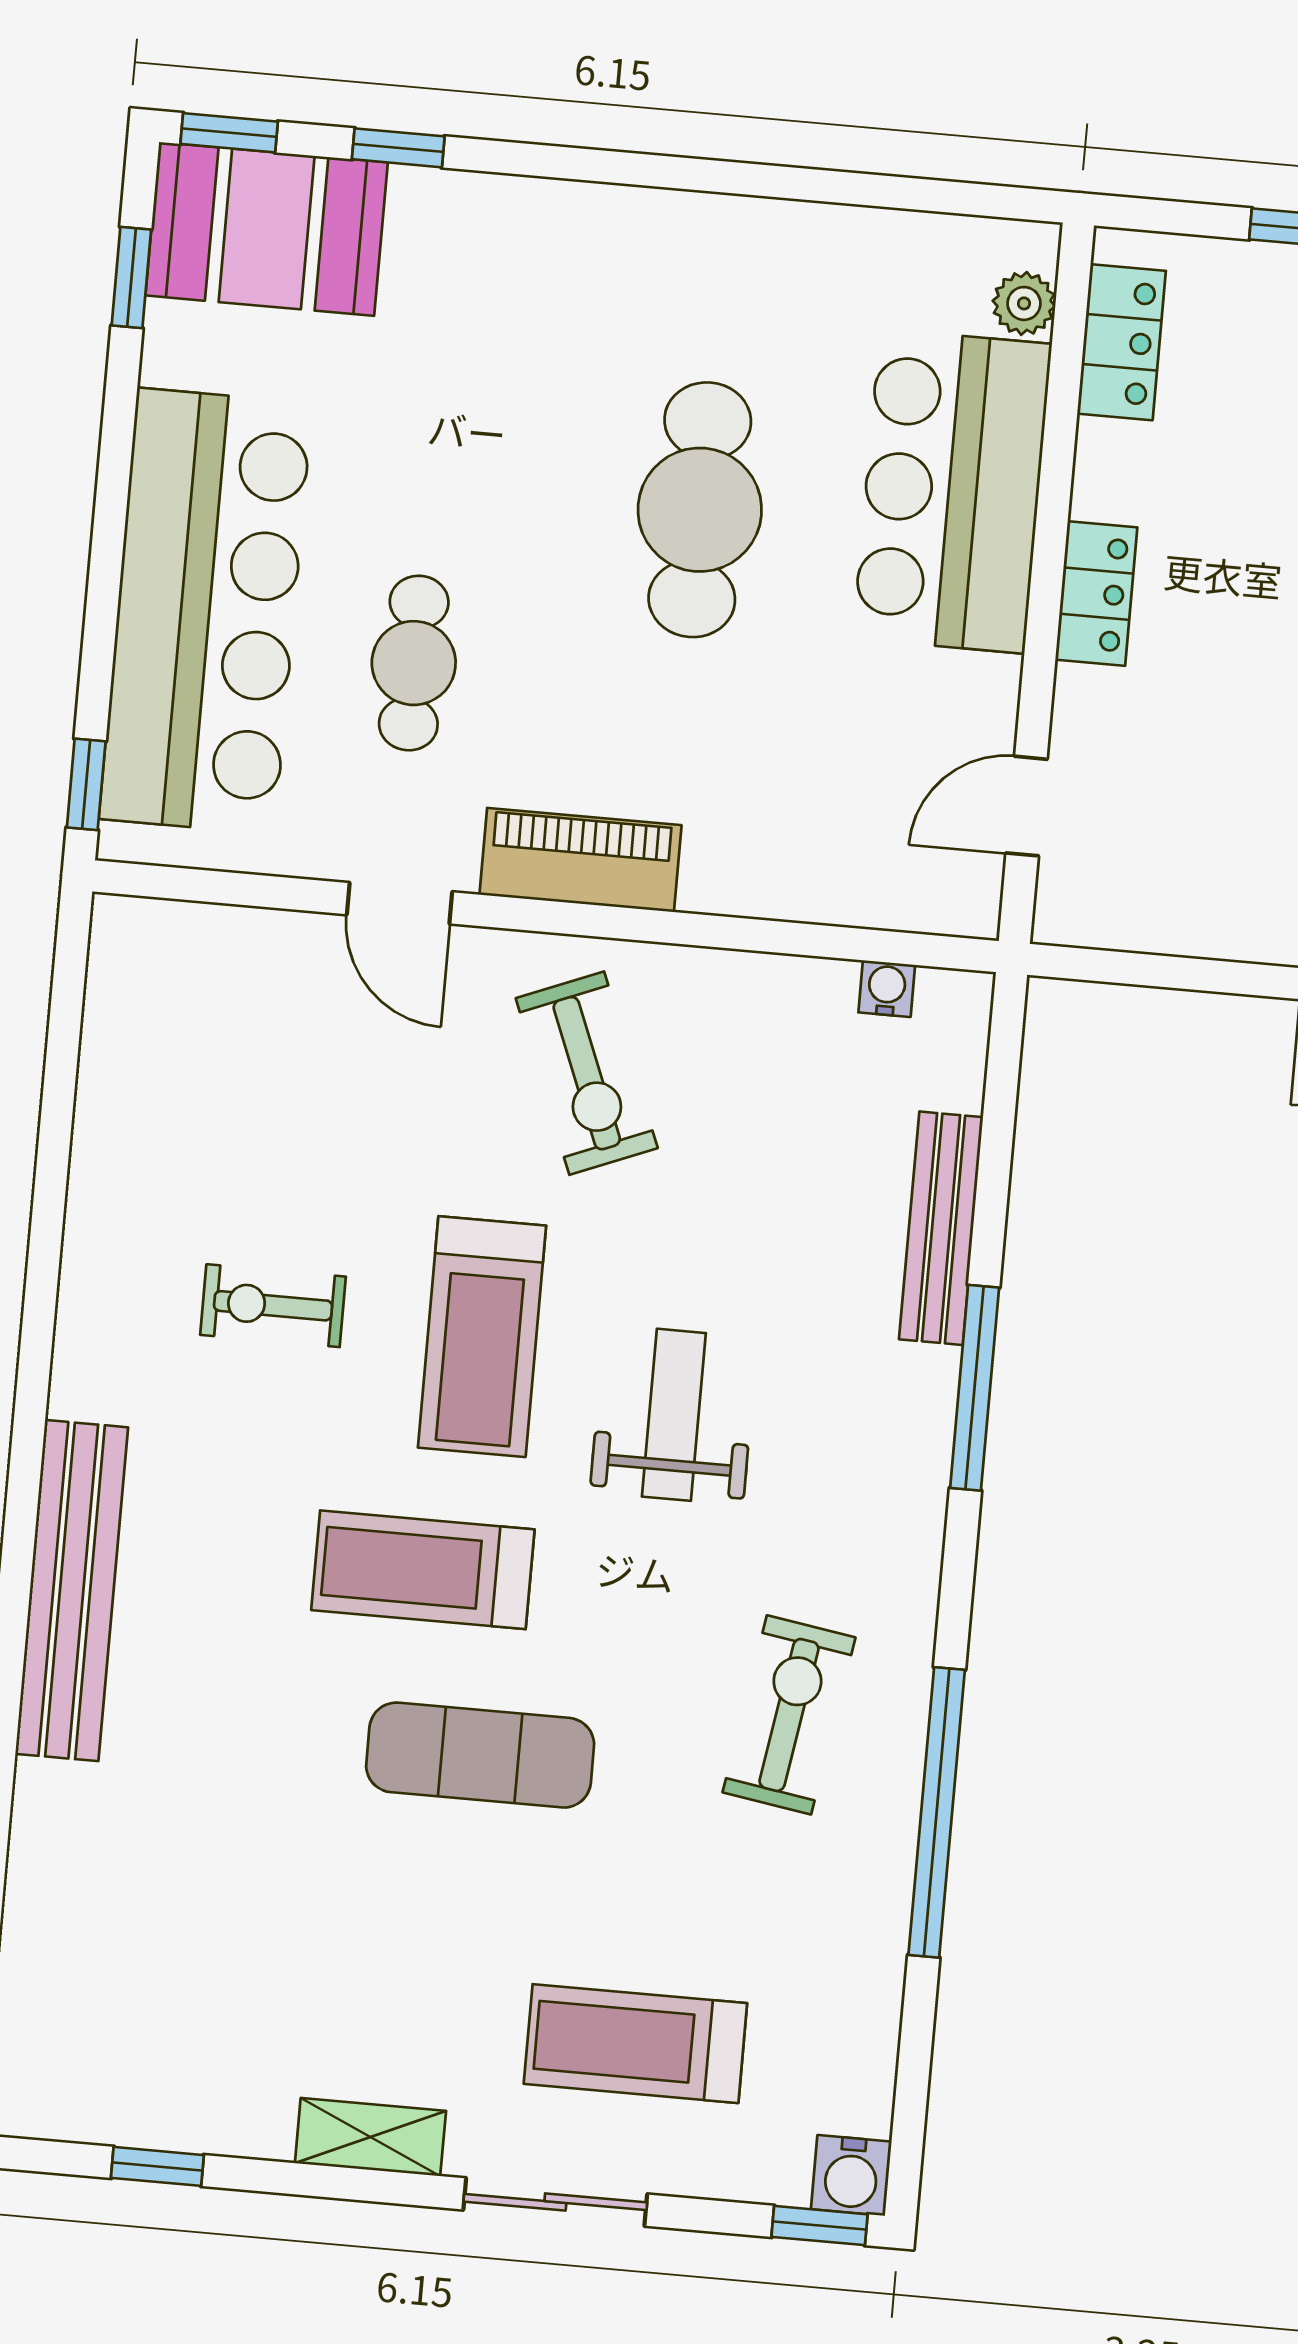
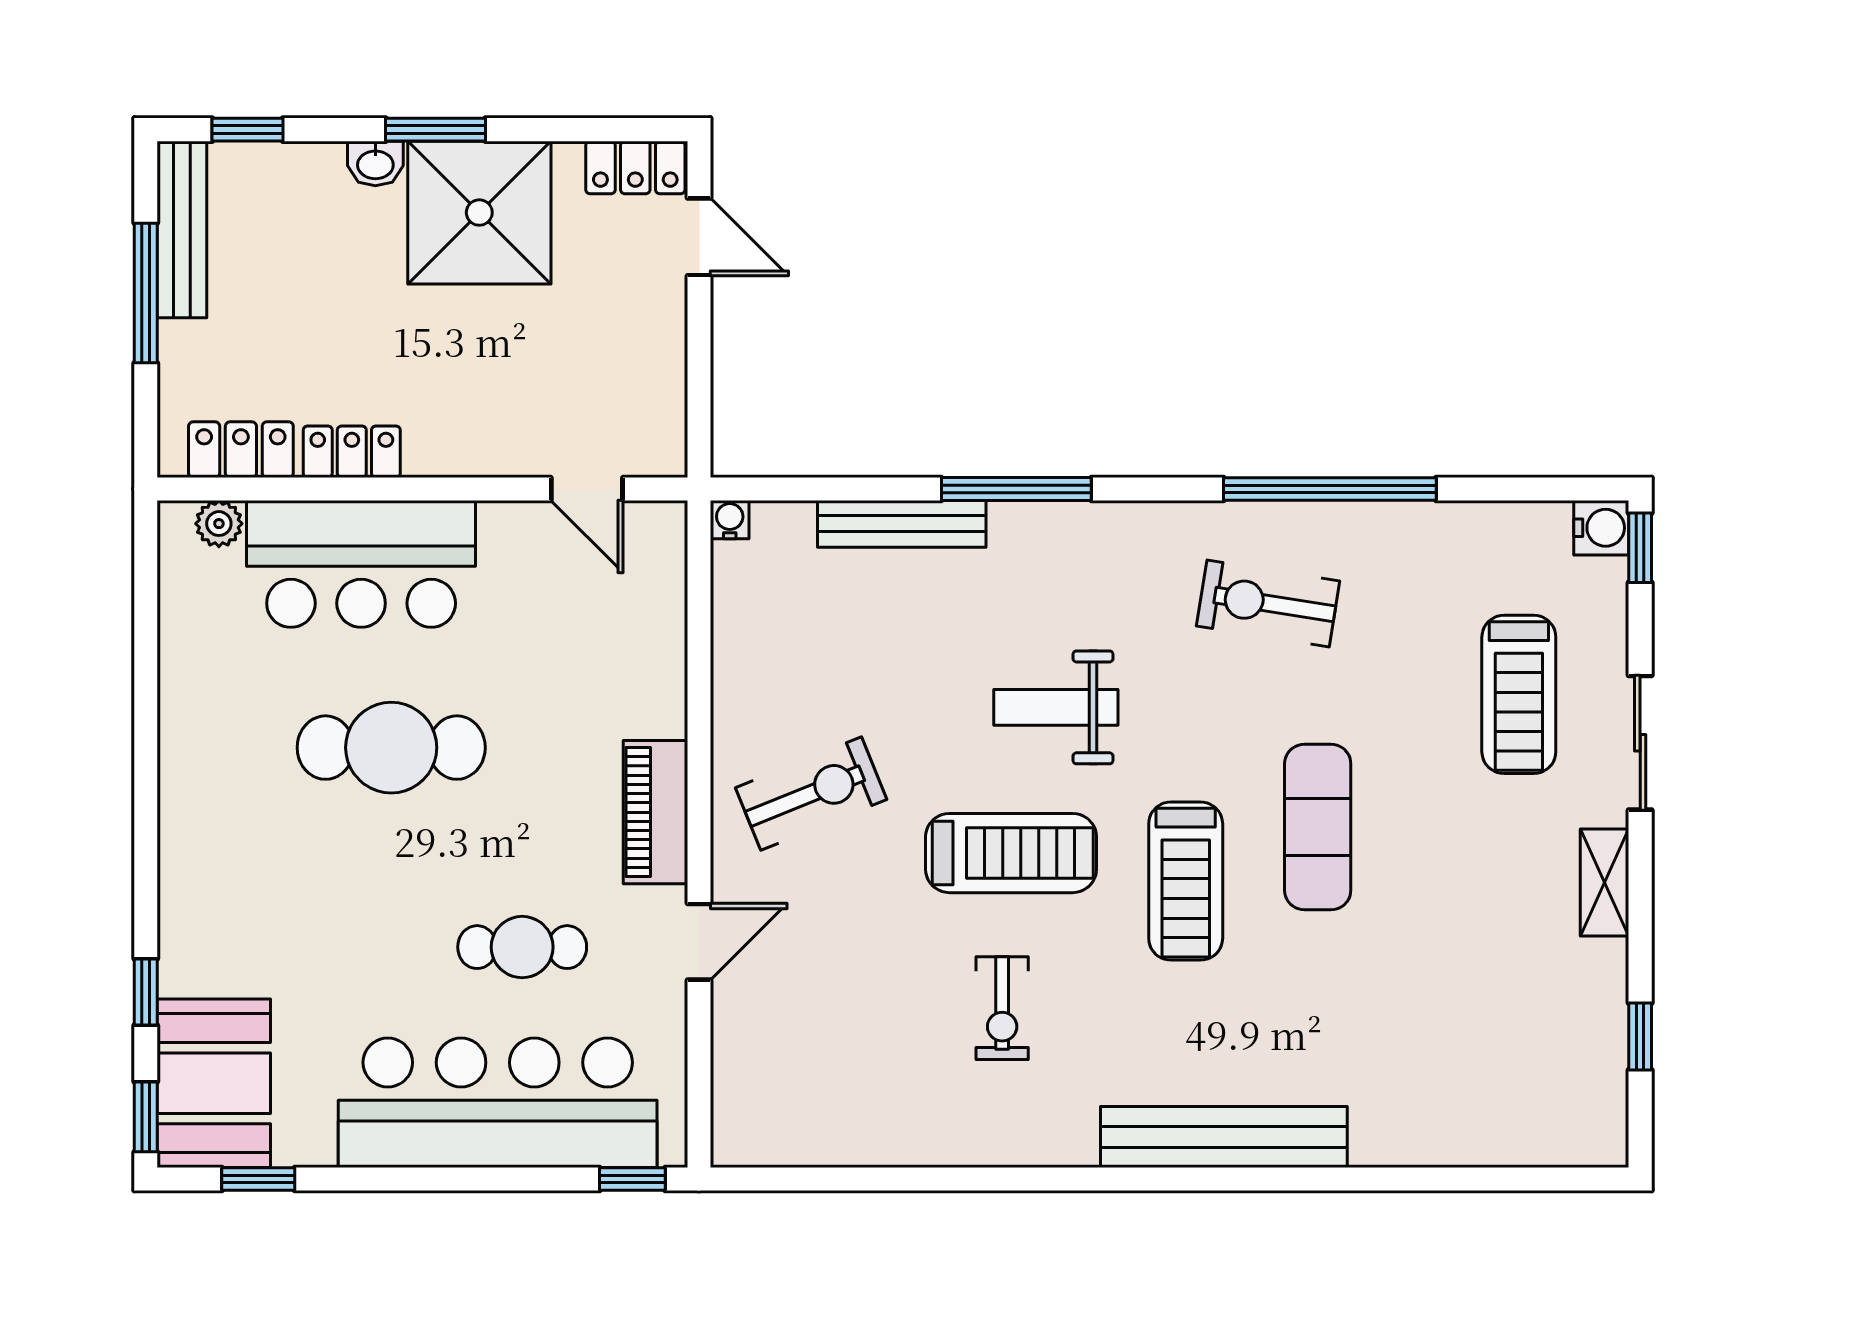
locker: (1096, 594) -> (352, 452), moved
water cooler: (887, 989) -> (730, 520), moved, turned 90

